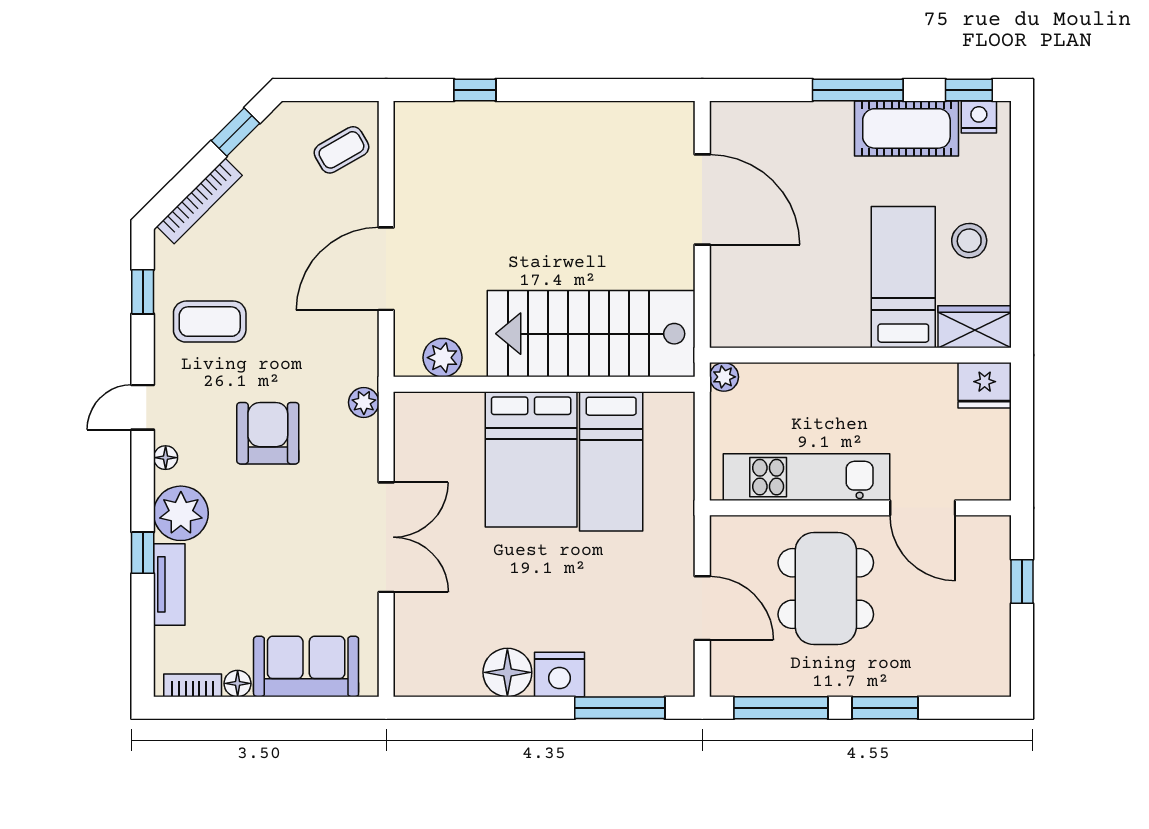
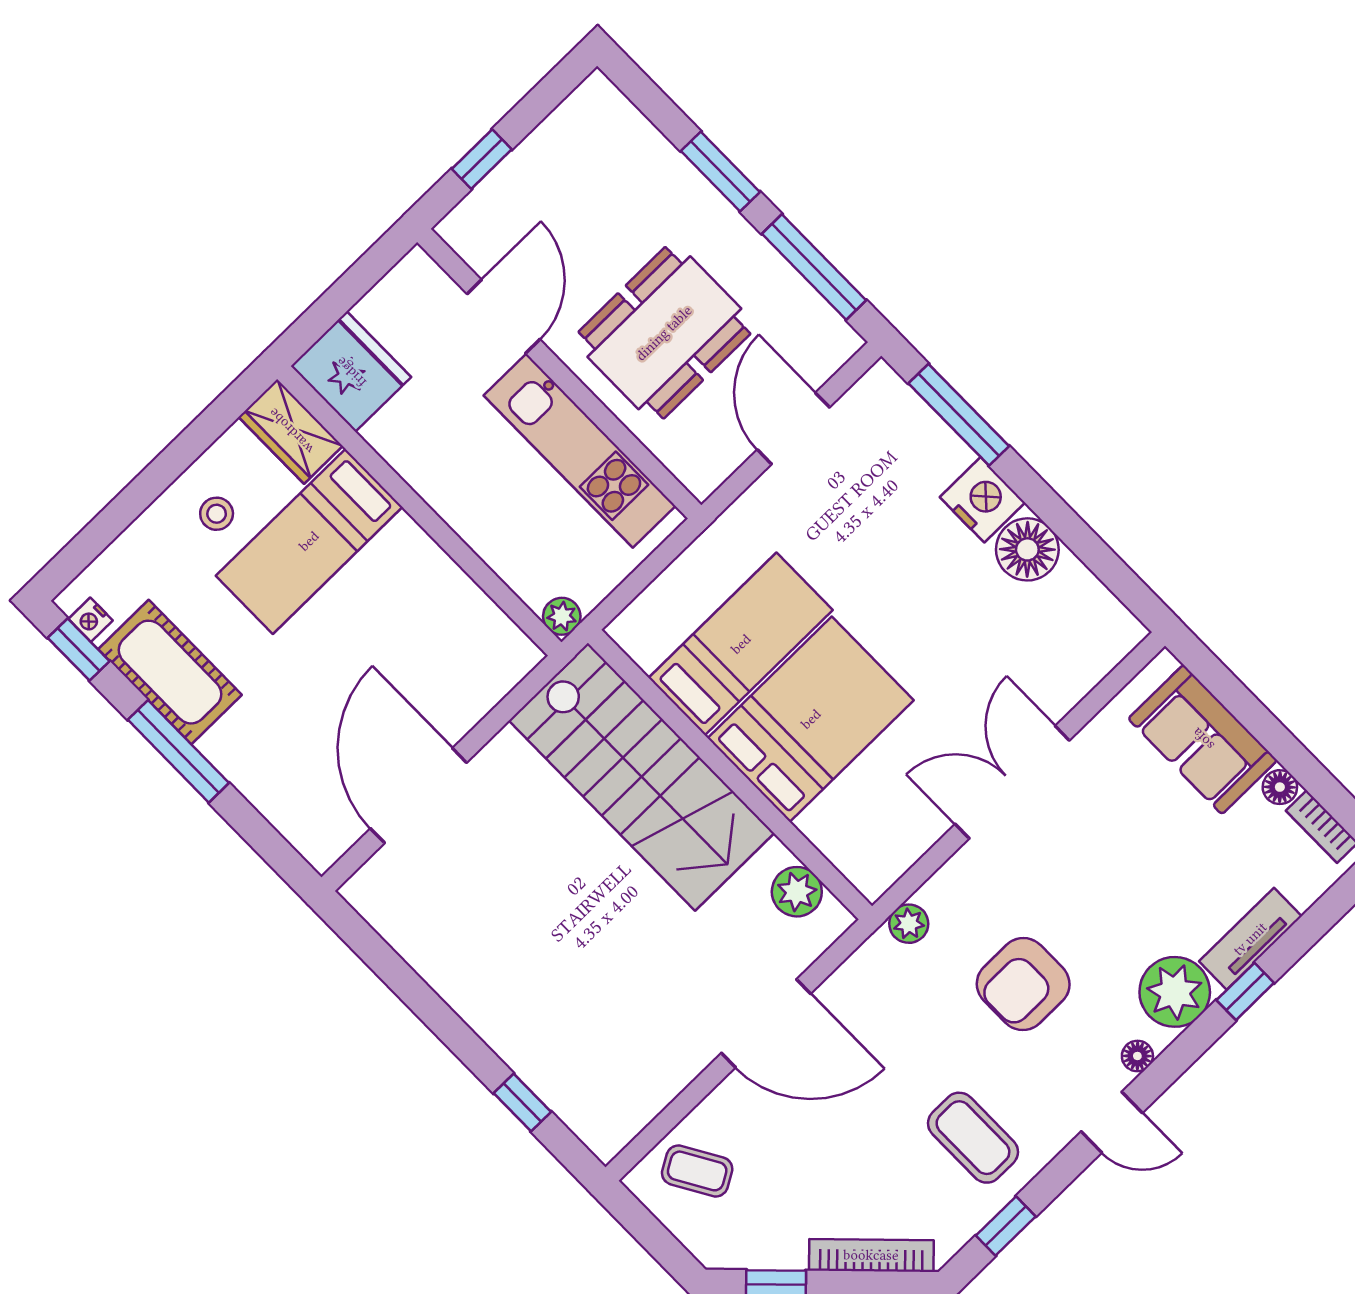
nightstand: (979, 117) -> (91, 620), width x0.72, depth x0.74
stool: (969, 241) -> (217, 514), width x0.73, depth x0.73
fridge: (985, 385) -> (351, 372), width x1.36, depth x1.34

